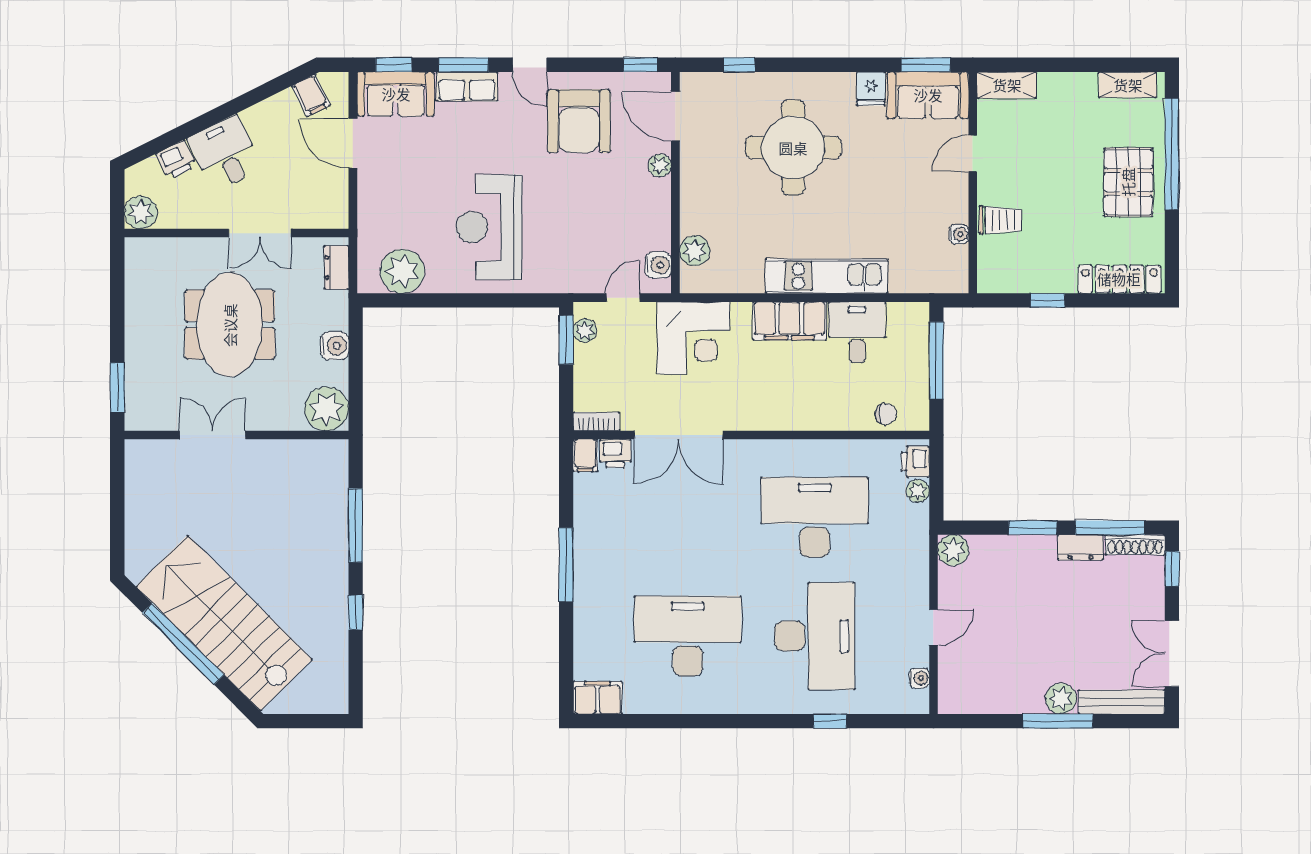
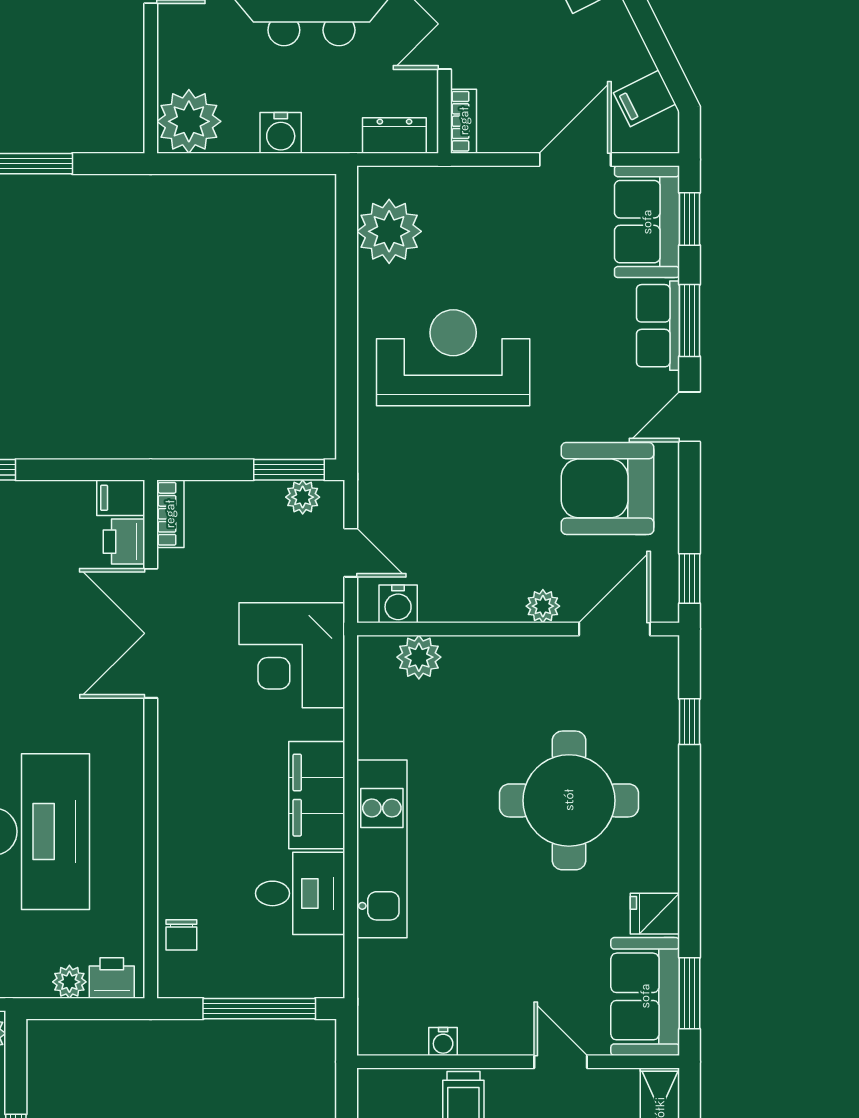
bookcase: (327, 220) -> (464, 121), added

